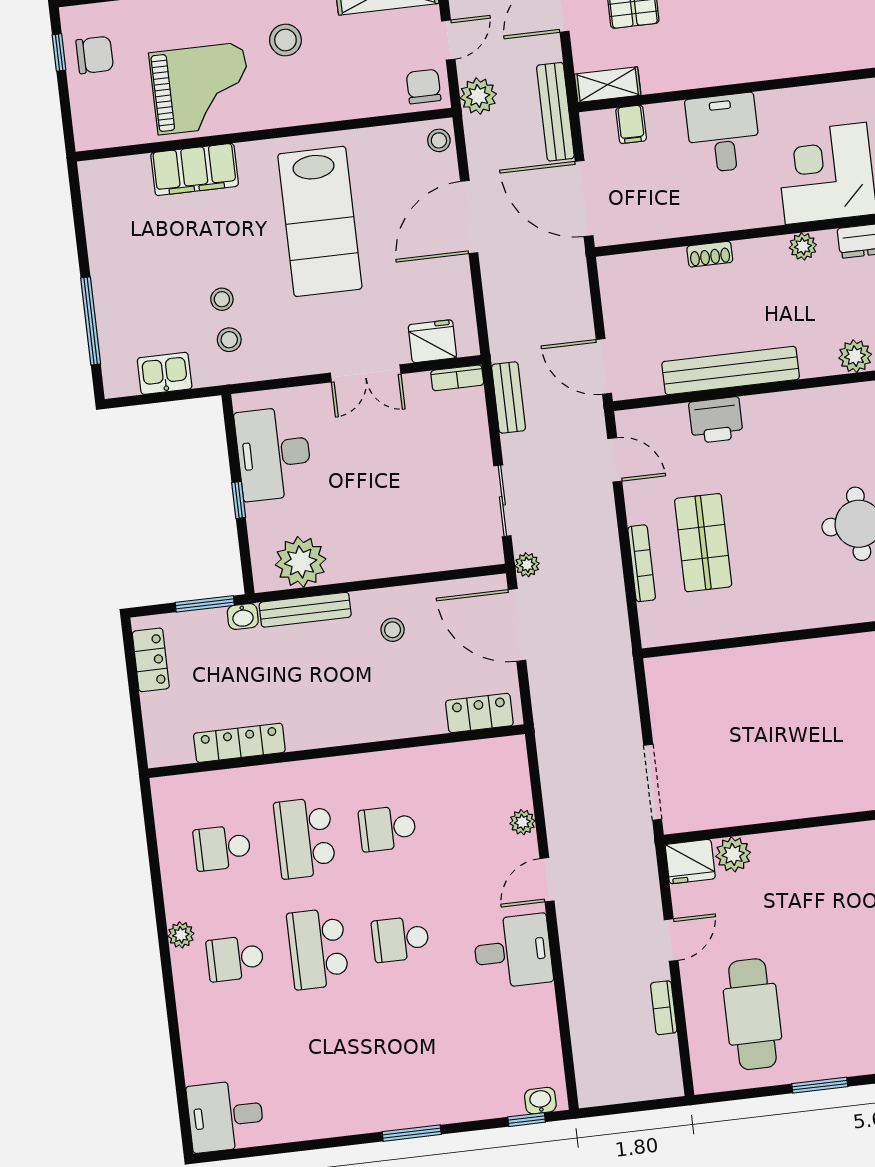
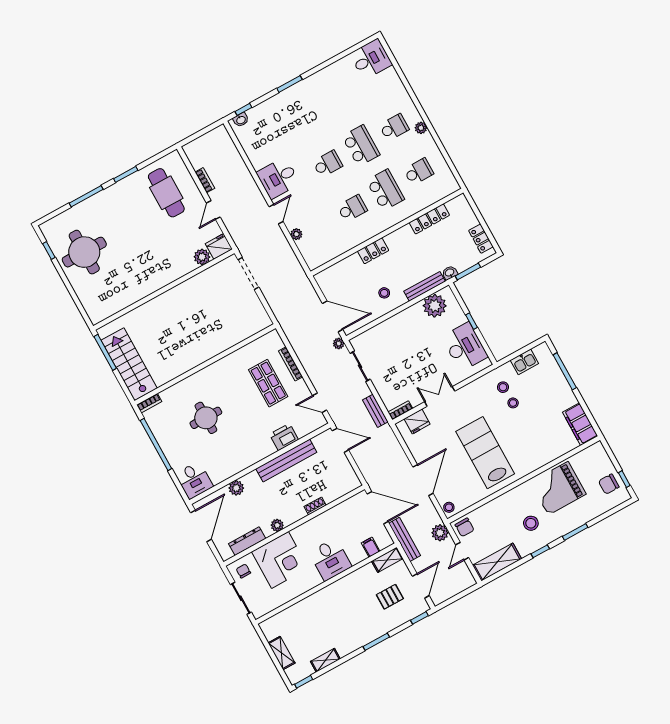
filing cabinet: (195, 169) -> (580, 424), moved, turned -90
locker: (479, 713) -> (373, 251), moved

